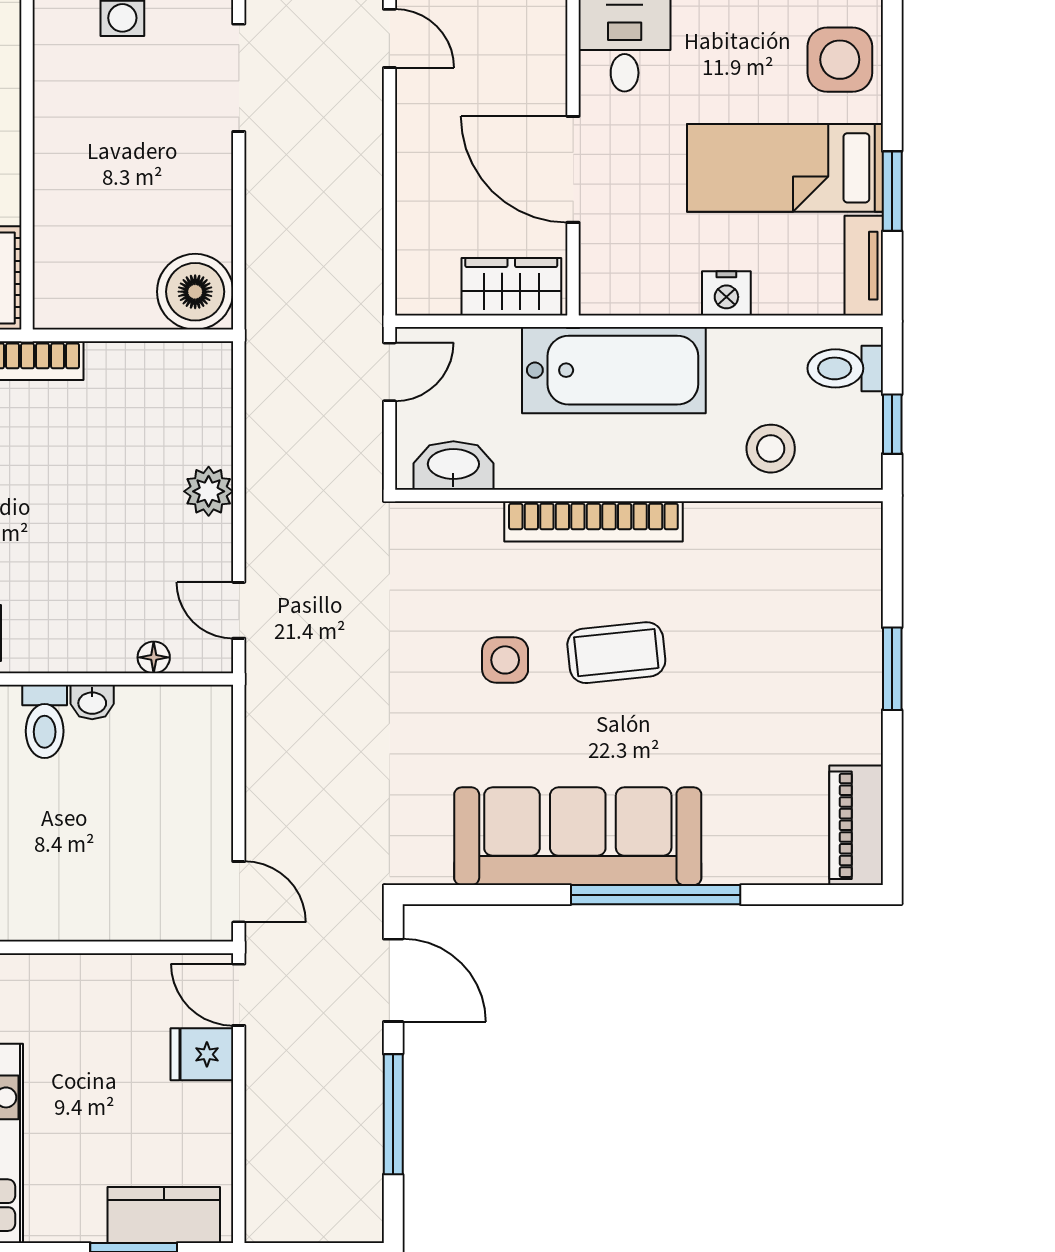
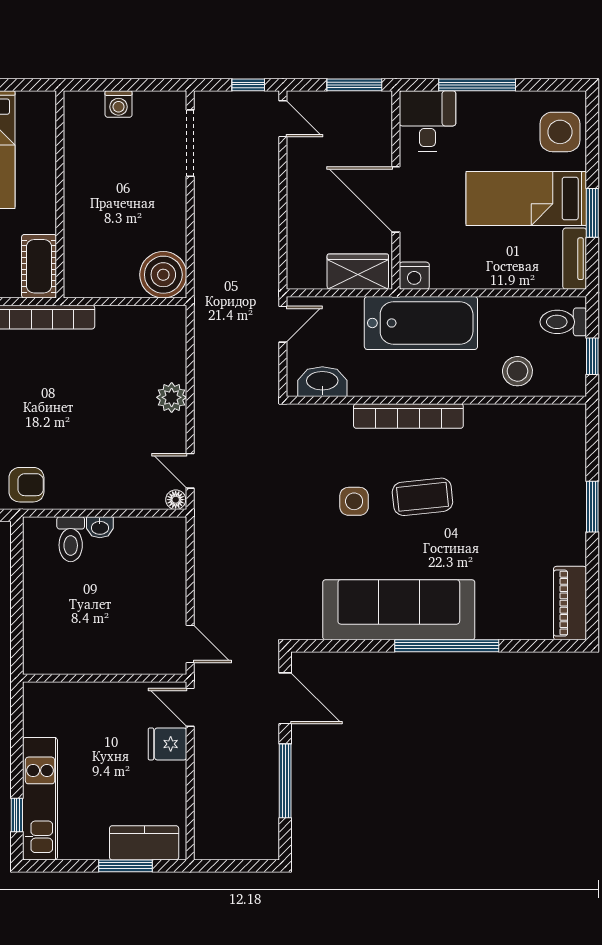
nightstand: (726, 293) -> (414, 276), moved
floor lamp: (154, 657) -> (176, 500), moved

